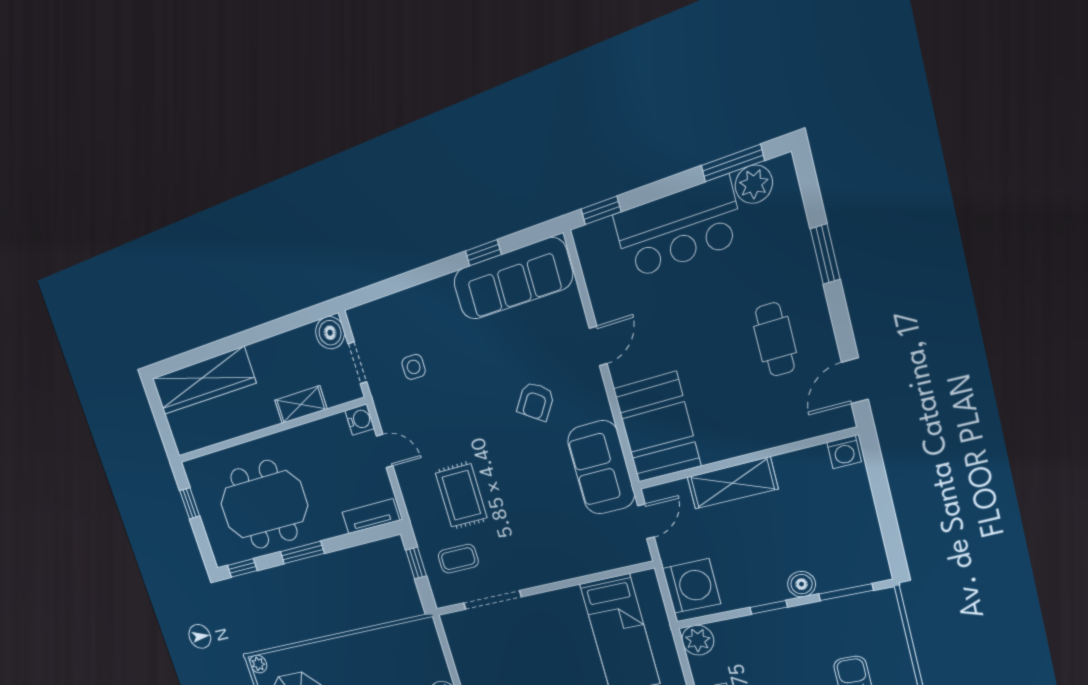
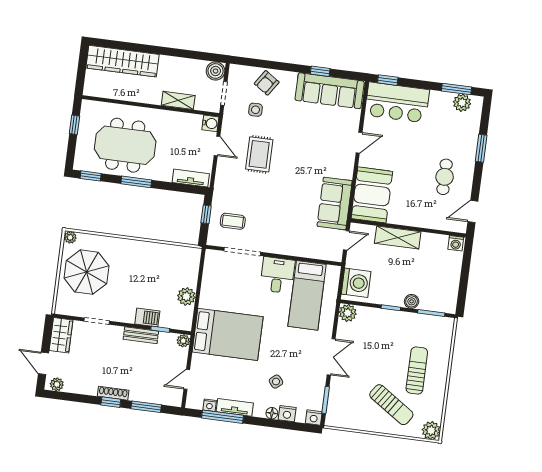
bar counter: (678, 228) -> (397, 102), moved
armchair: (536, 401) -> (267, 83), moved
rug: (461, 495) -> (259, 154), moved
desk: (560, 618) -> (277, 275), added

